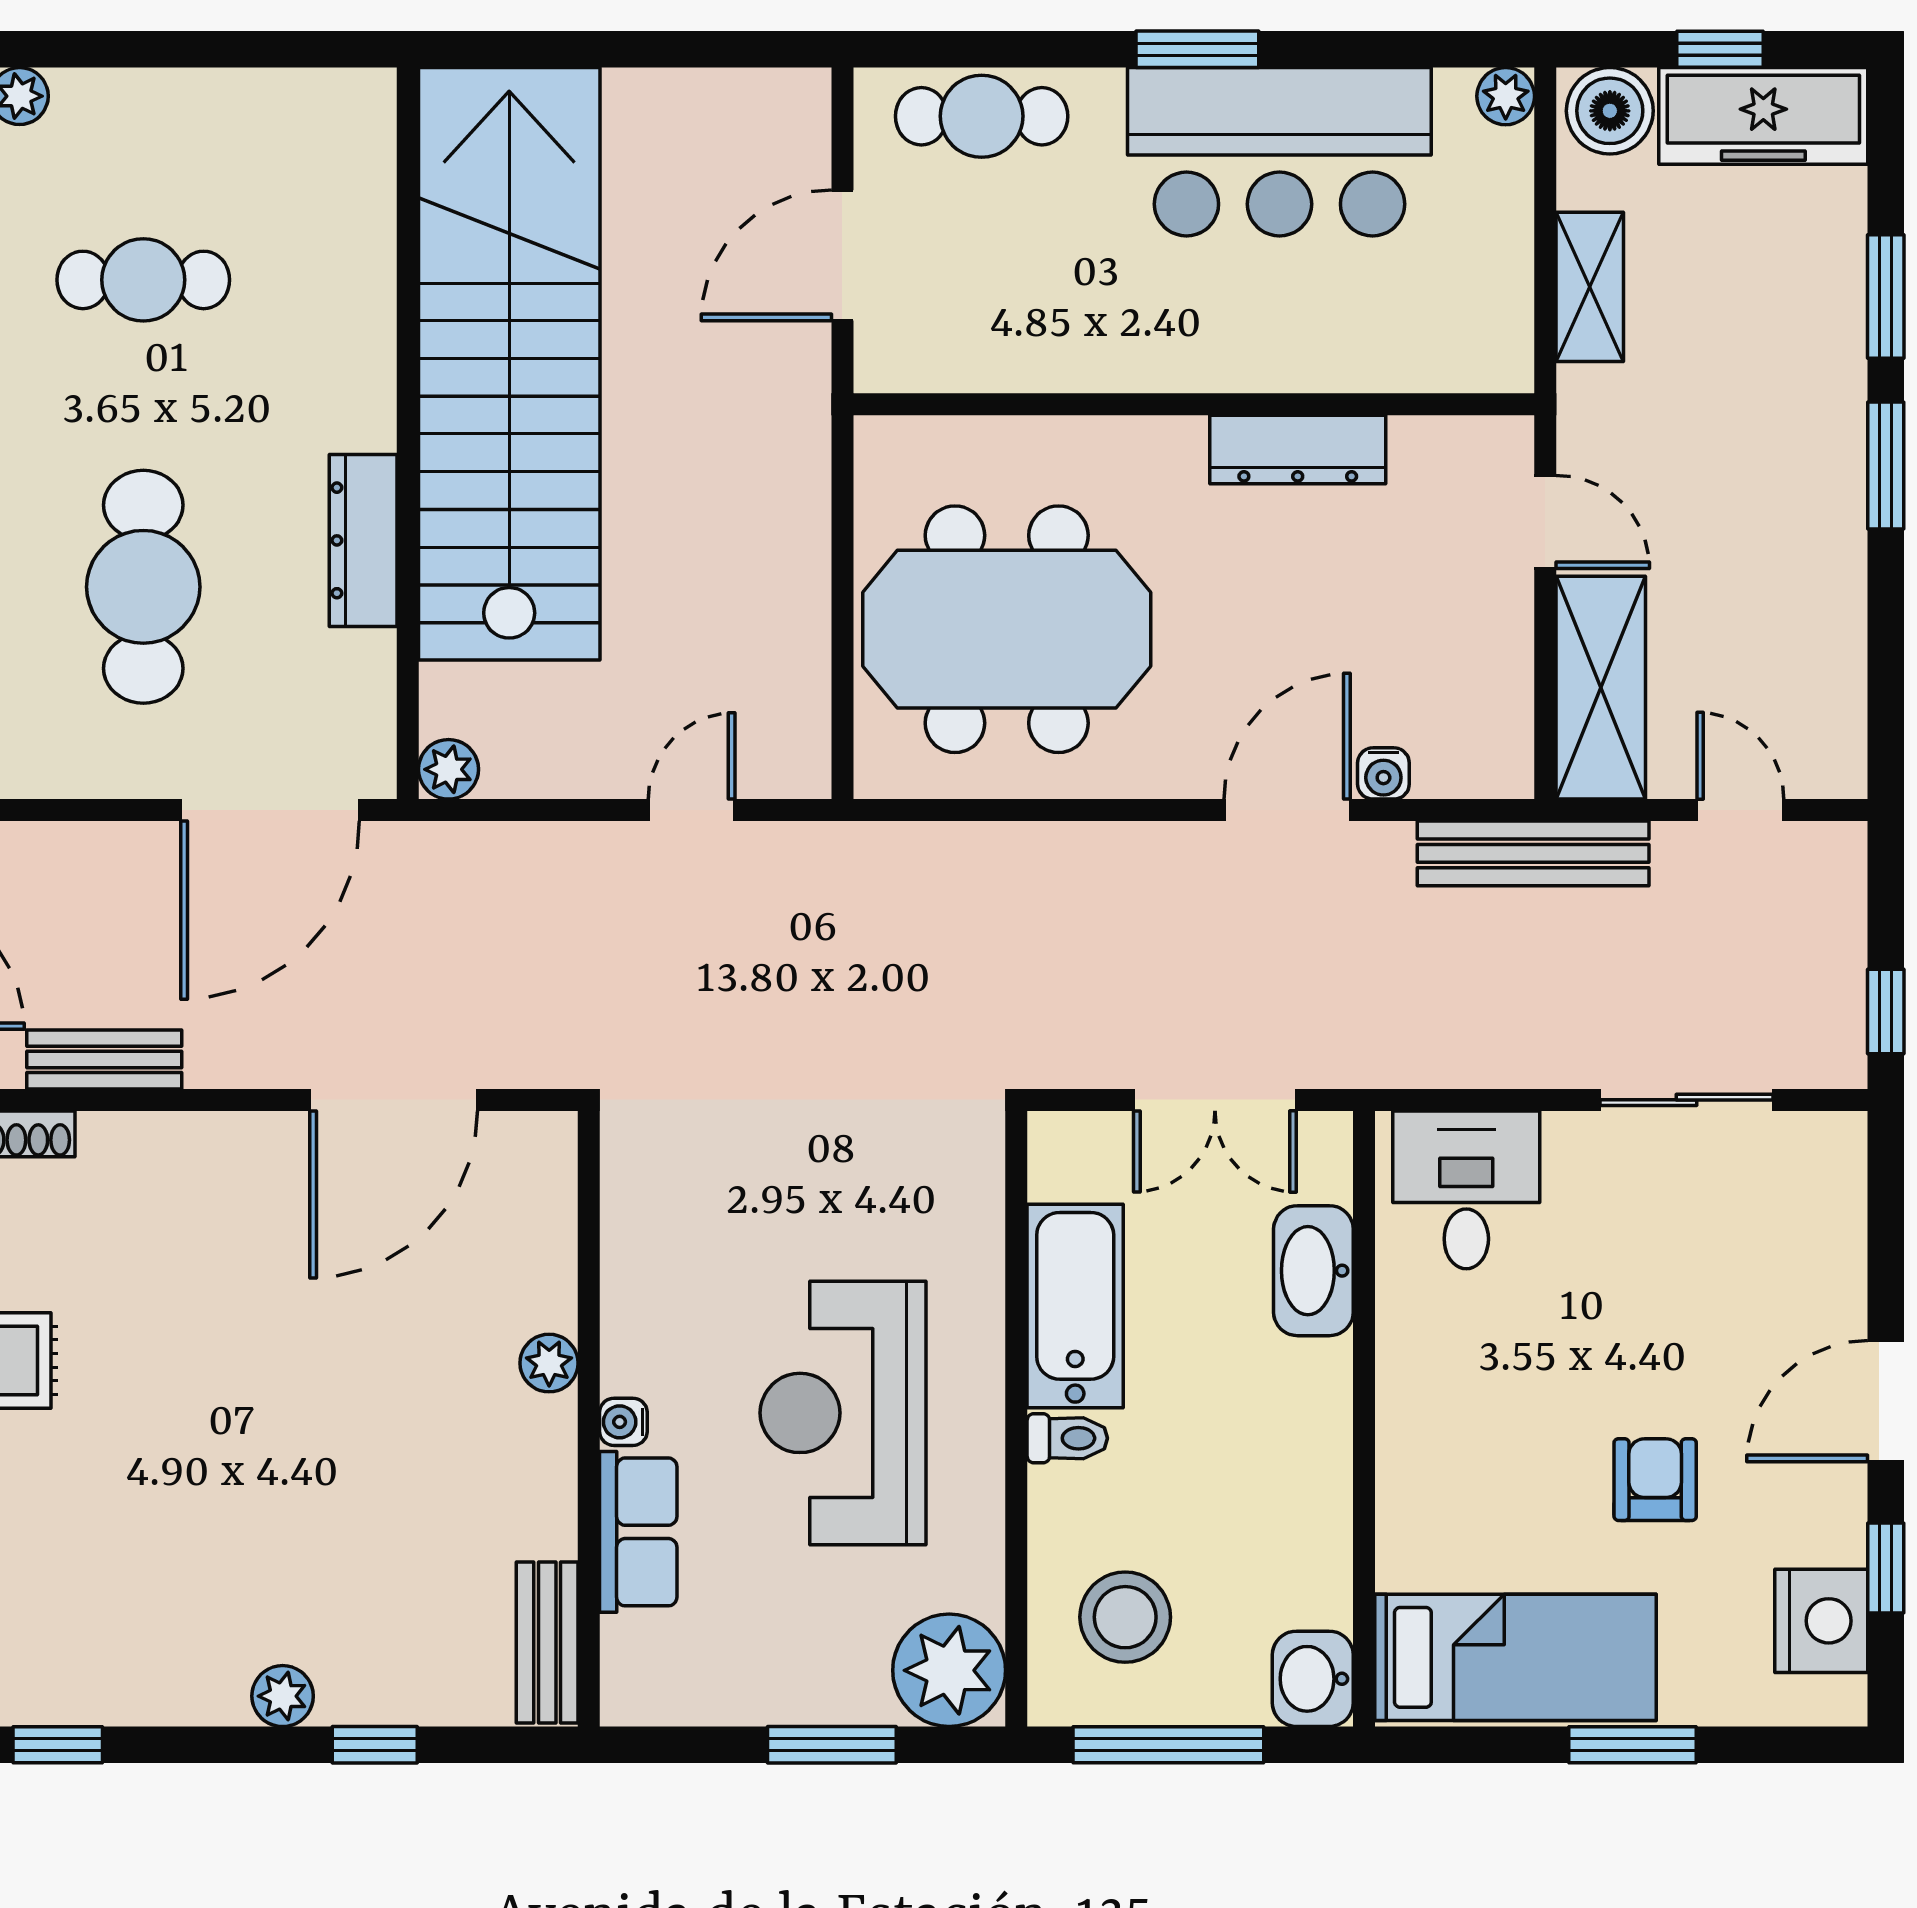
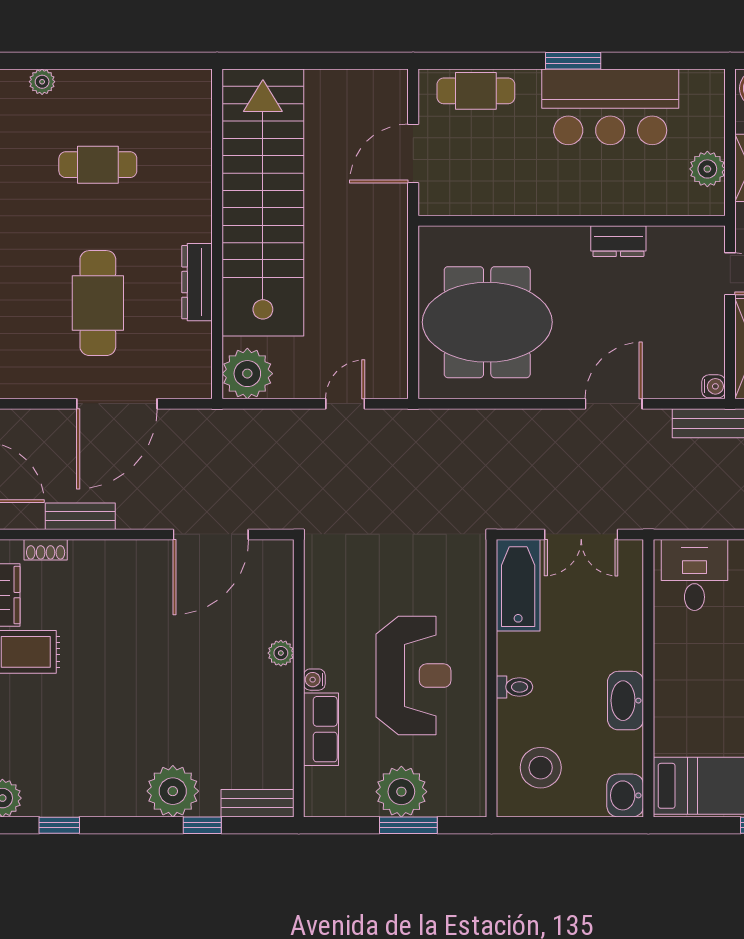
plant: (1506, 96) -> (707, 169), moved, width x1.38, depth x1.38
dresser: (1298, 450) -> (618, 241), width x0.70
plant: (449, 769) -> (247, 374), width x1.87, depth x1.87
water cooler: (1383, 773) -> (714, 386), moved, turned -90
door: (270, 810) -> (117, 404), moved
washbasin: (1313, 1271) -> (626, 701), moved
bathtub: (1075, 1306) -> (518, 585), moved
reception desk: (843, 1413) -> (413, 676), turned 180
bench: (547, 1642) -> (258, 803), moved, turned 90
plant: (949, 1670) -> (401, 792), moved
plant: (283, 1696) -> (173, 791), width x1.87, depth x1.87
window: (1168, 1745) -> (560, 825), removed

